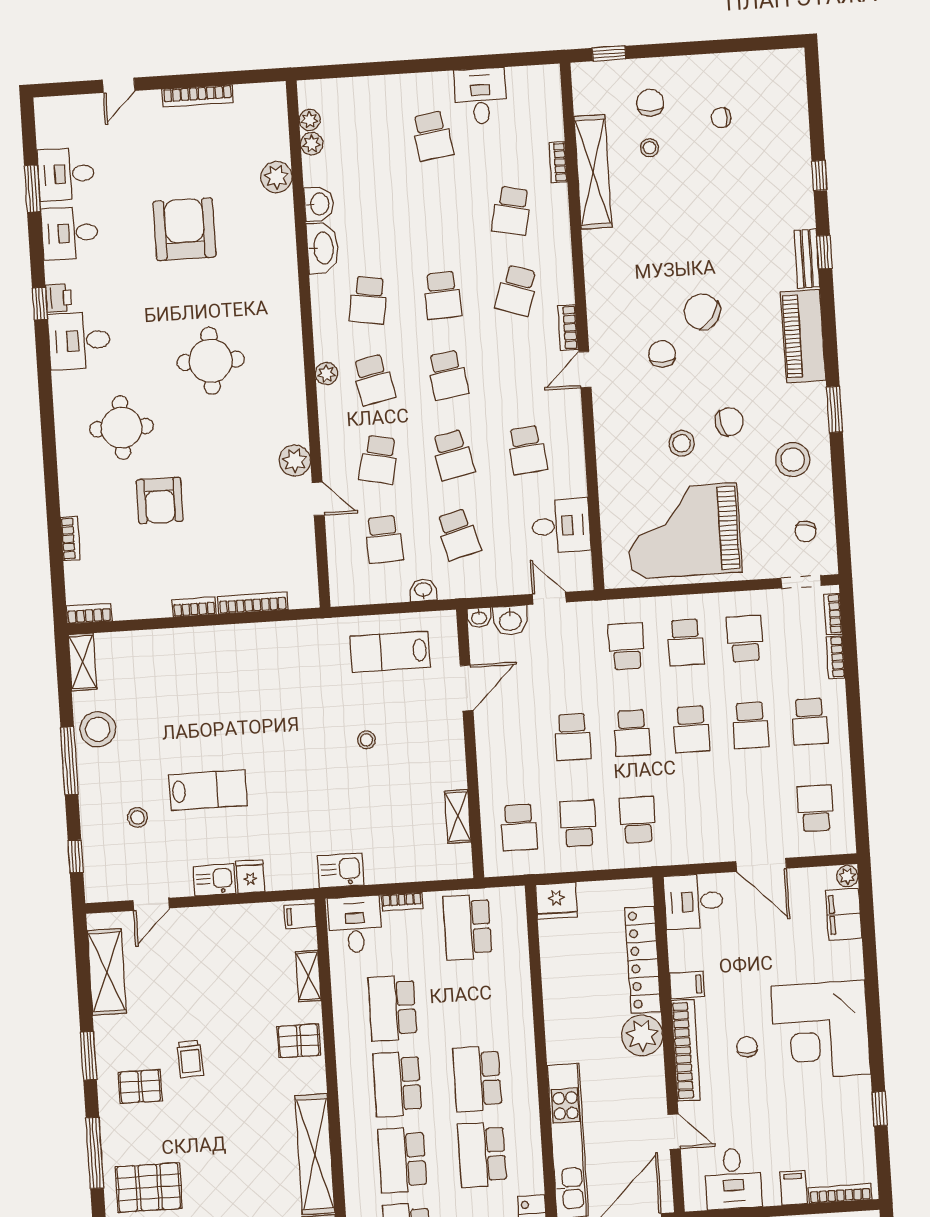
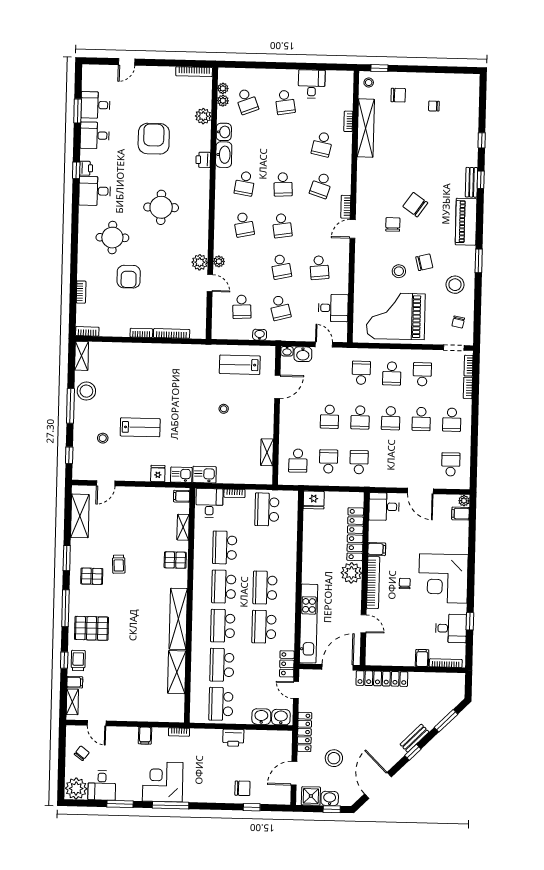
bookcase: (198, 96) -> (194, 72), moved
chair: (650, 103) -> (398, 95), turned 90
stool: (650, 148) -> (369, 83), moved
printer: (284, 262) -> (203, 160), added
plant: (326, 374) -> (219, 261), moved
school desk: (379, 460) -> (247, 101), moved, turned -33
kitchen sink: (214, 880) -> (181, 475), moved
filing cabinet: (844, 914) -> (460, 514), width x0.50
desk: (733, 1179) -> (451, 628), moved, turned -90

